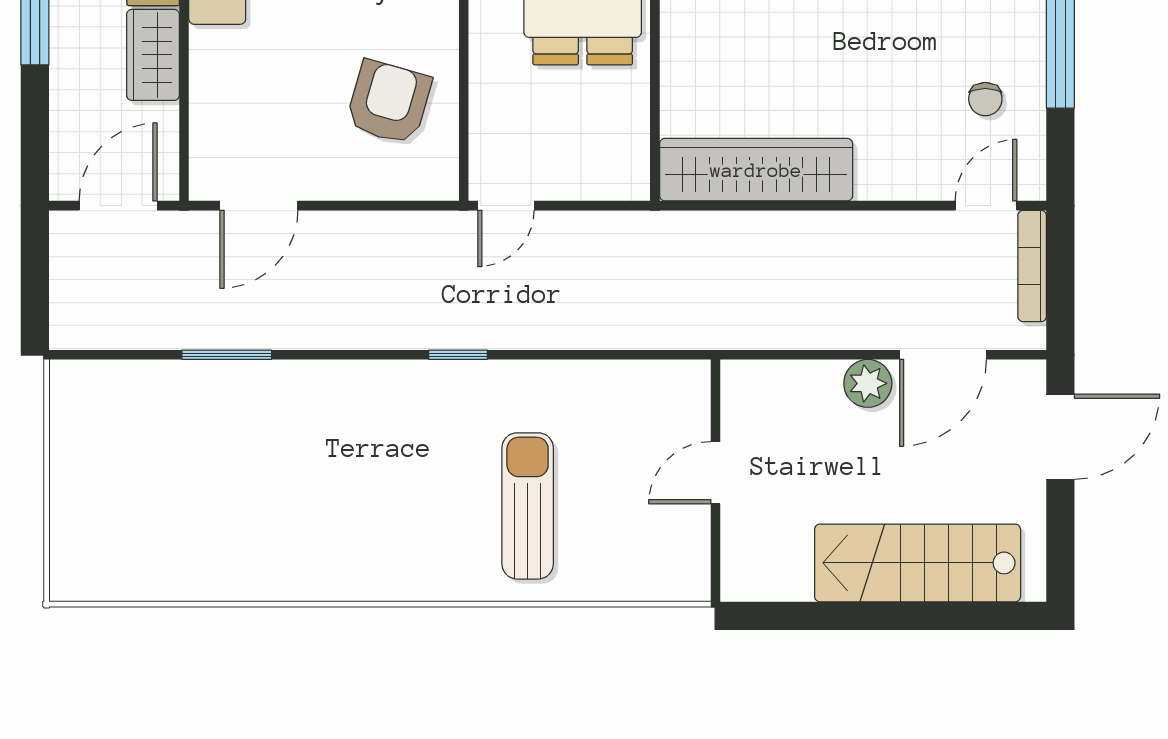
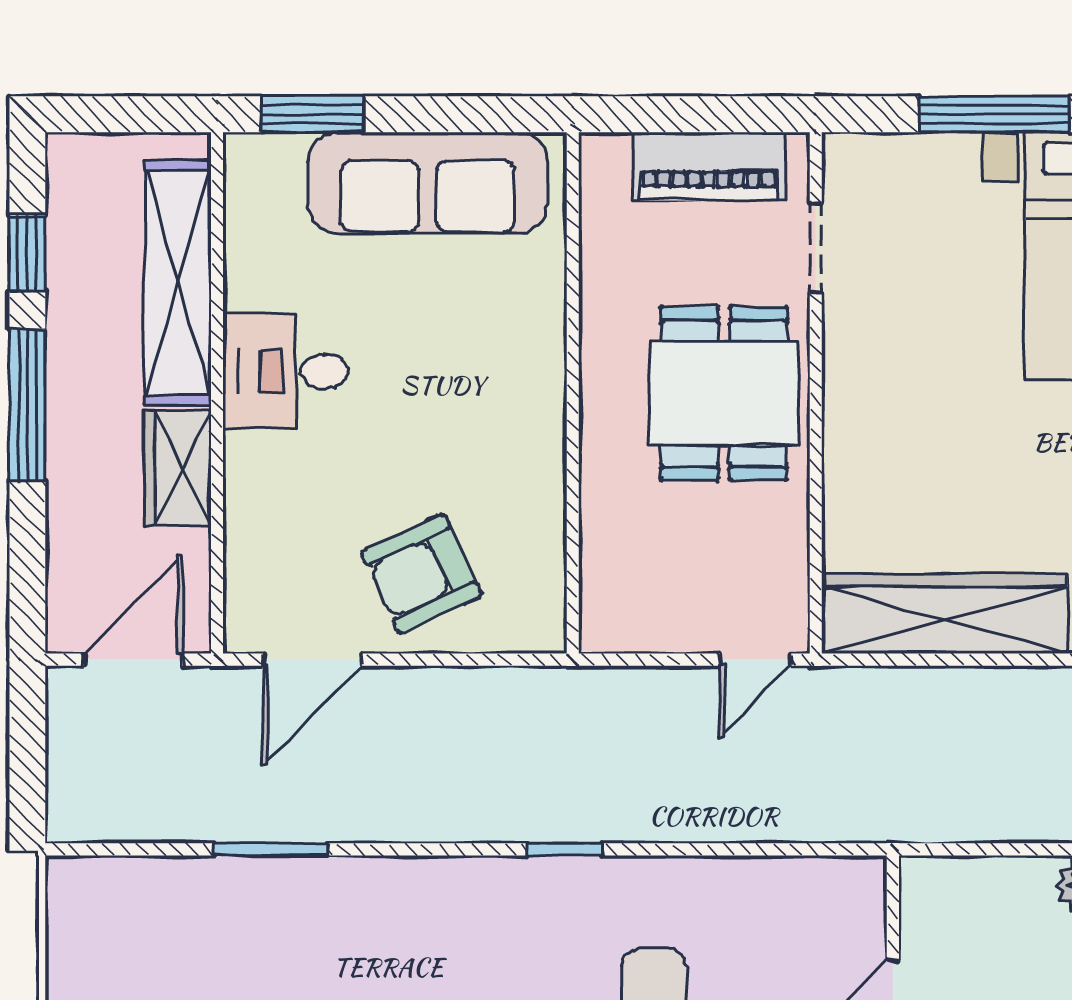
armchair: (389, 102) -> (422, 573), moved, turned -131
door: (506, 206) -> (755, 660), moved

